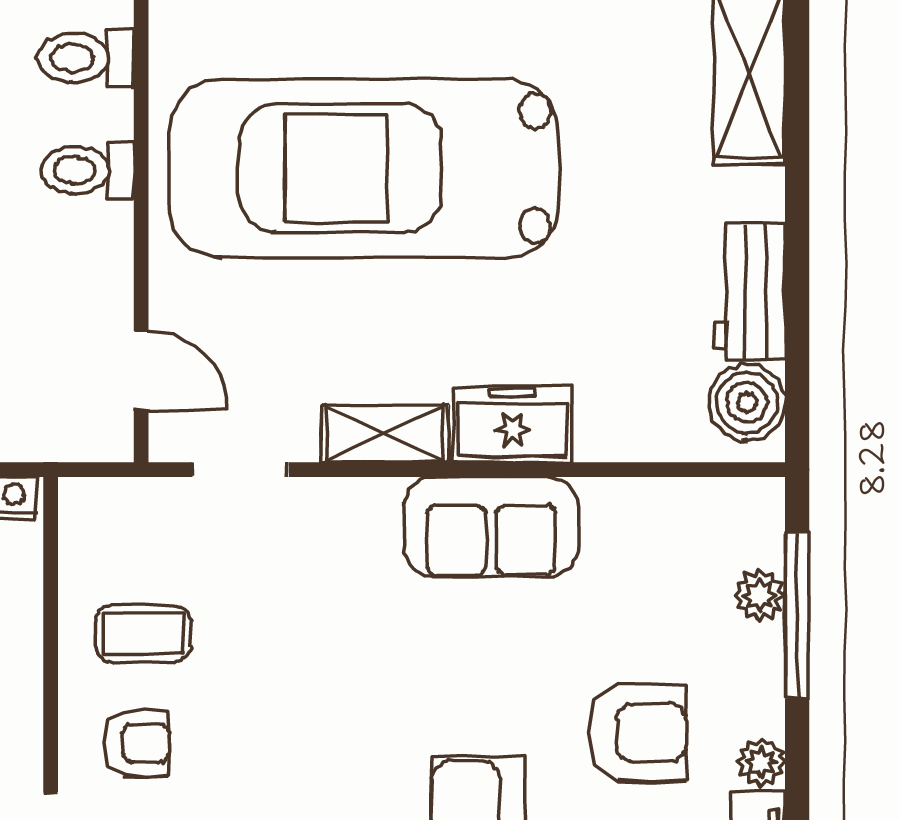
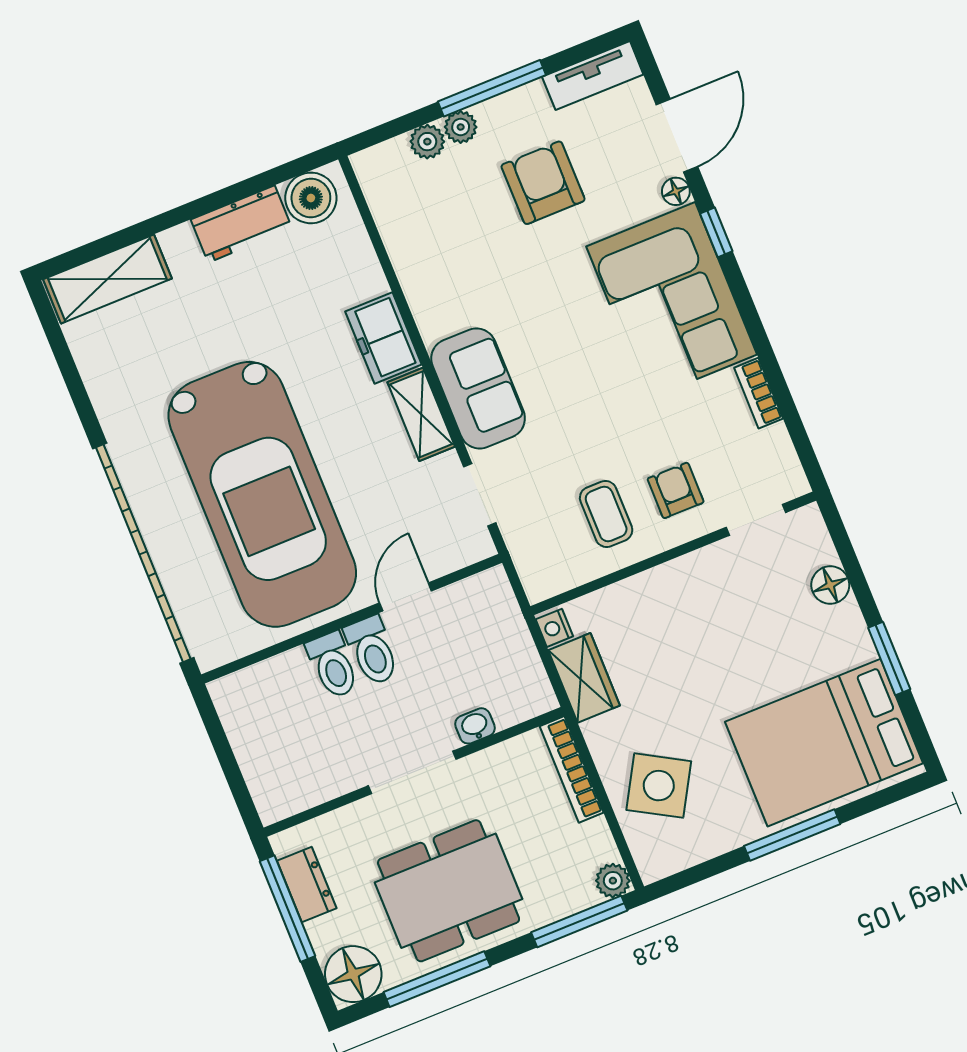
toilet: (85, 58) -> (372, 651), moved
door: (141, 371) -> (406, 597), moved
sofa: (491, 527) -> (478, 389), moved
window: (797, 616) -> (492, 88), moved
plant: (761, 762) -> (461, 127), moved

